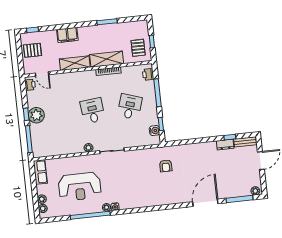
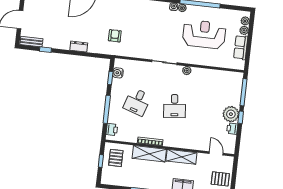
printer: (30, 85) -> (232, 129), moved
dresser: (225, 145) -> (79, 47), moved
row of seats: (40, 172) -> (241, 47), moved

